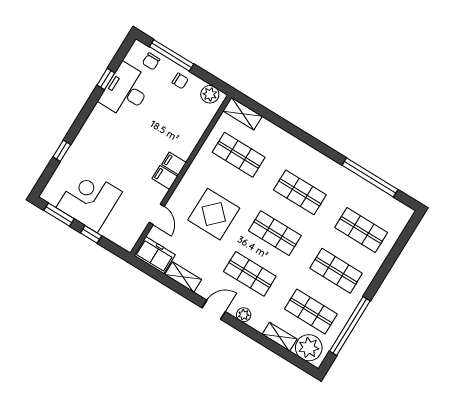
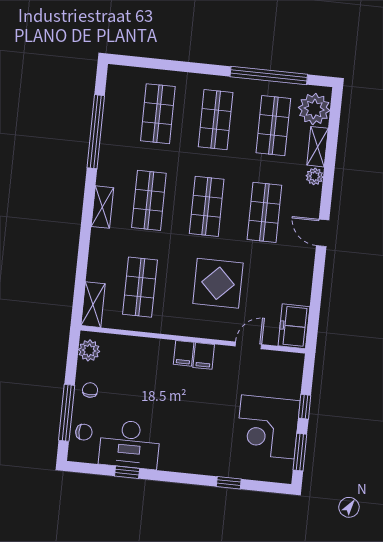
shelving: (183, 277) -> (102, 207), moved
plant: (244, 315) -> (315, 176), moved

